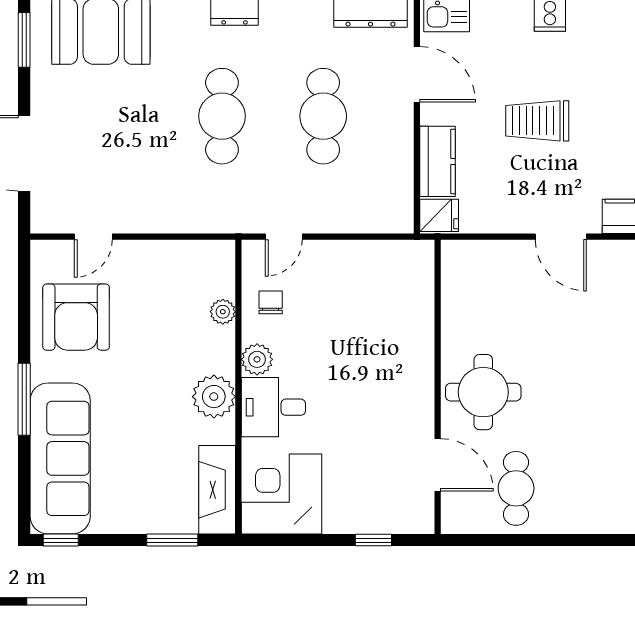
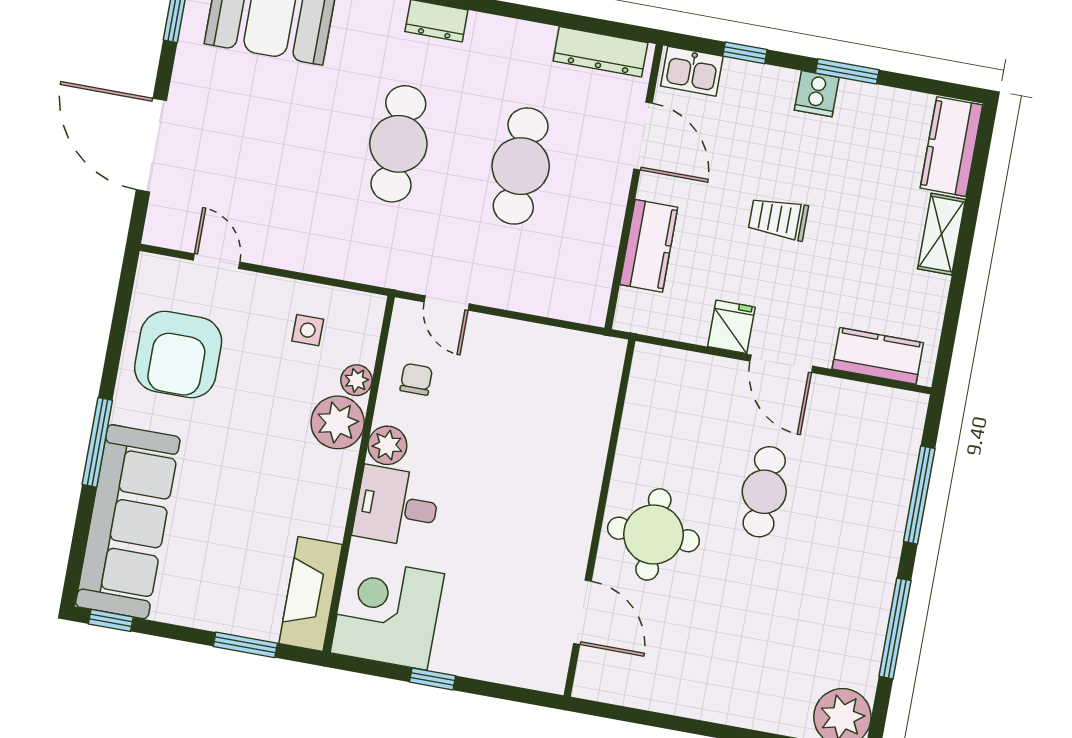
trolley: (537, 121) -> (778, 219), width x0.73, depth x0.72
fridge: (439, 215) -> (731, 327), moved, turned -90
door: (93, 237) -> (217, 261), swing flipped
door: (284, 237) -> (447, 303), hinge flipped
side table: (176, 279) -> (308, 330), added
plant: (214, 397) -> (338, 422), moved
cafe table: (516, 488) -> (764, 492), moved
window: (373, 540) -> (432, 679), moved

